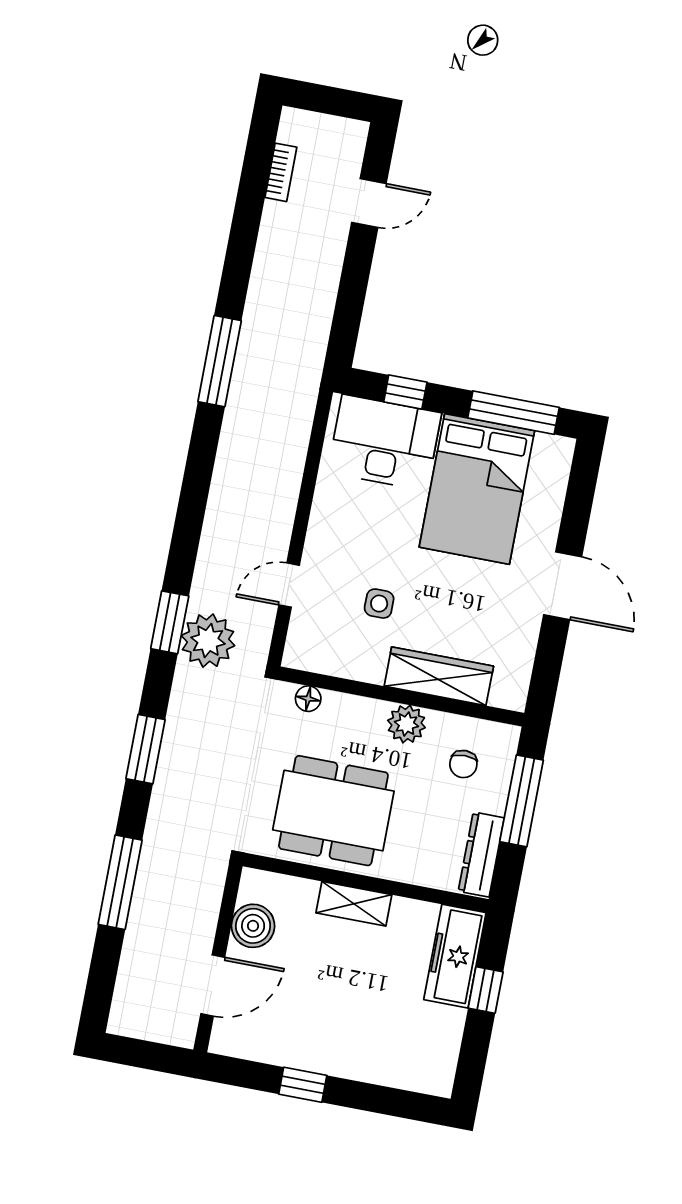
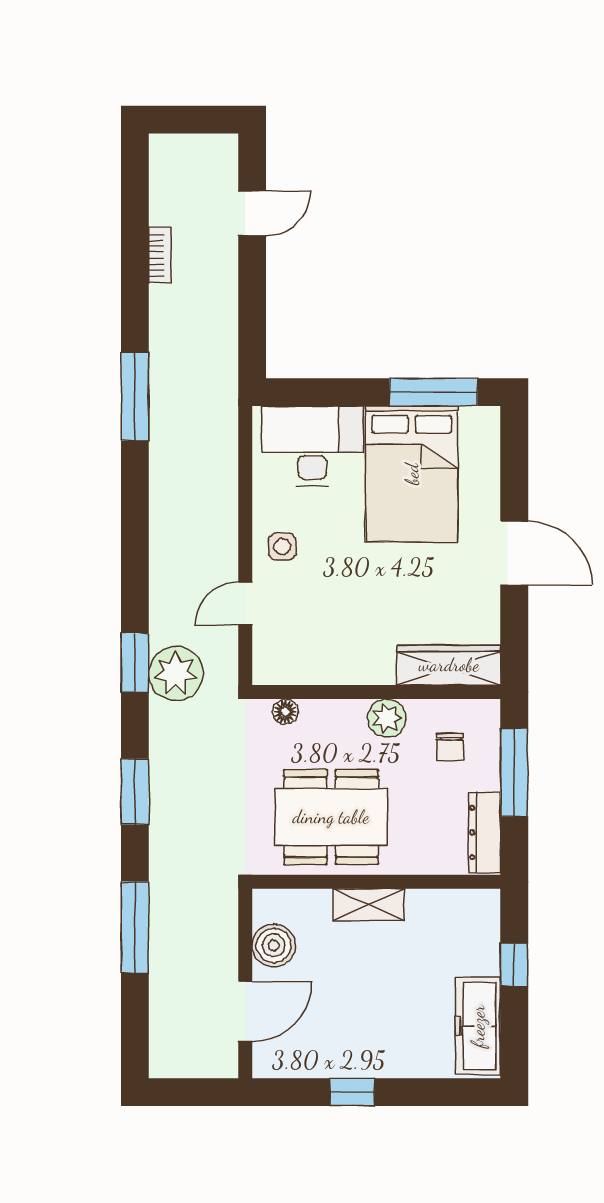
bookcase: (281, 172) -> (160, 255), moved
window: (405, 392) -> (323, 392), removed
side table: (379, 604) -> (282, 547), moved
wardrobe: (439, 676) -> (449, 665), moved
freezer: (455, 956) -> (478, 1026), moved

